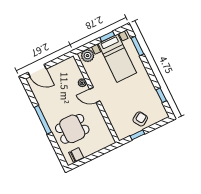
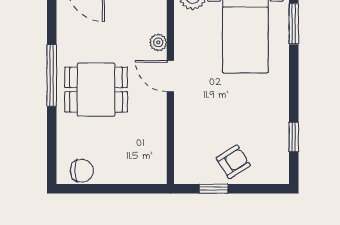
dining table: (72, 129) -> (96, 90), moved

